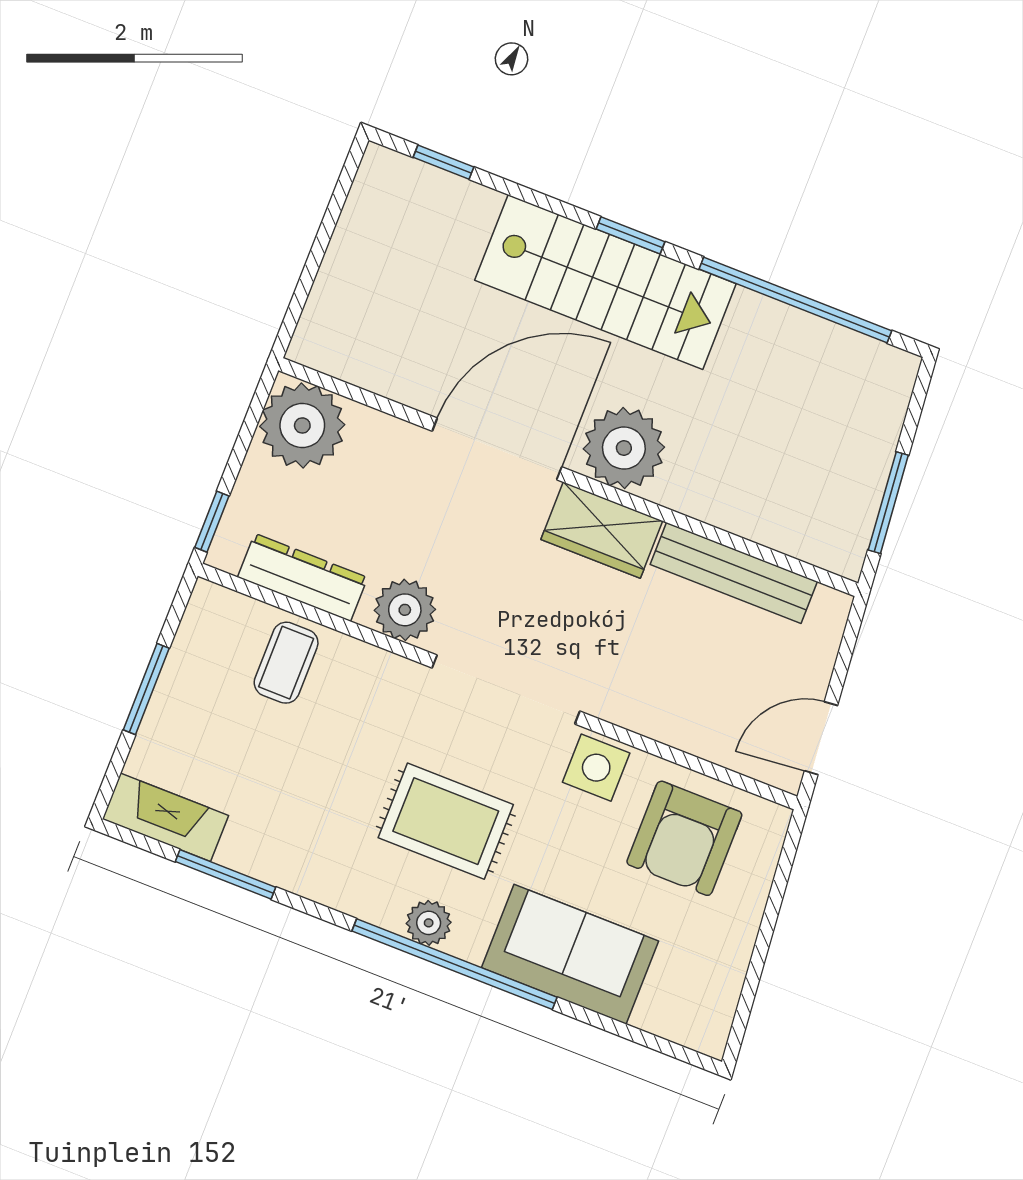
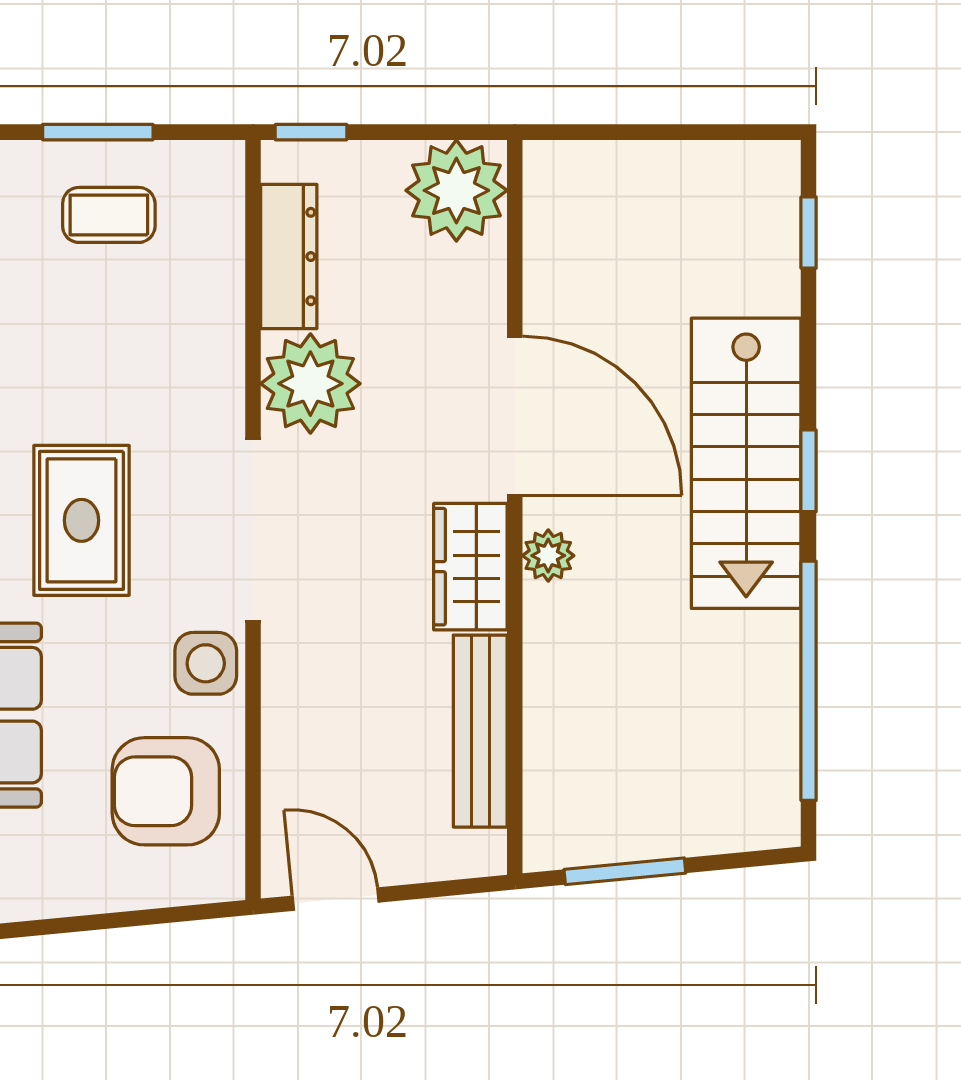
plant: (624, 448) -> (548, 556), width x0.53, depth x0.53
plant: (405, 610) -> (310, 384), width x1.36, depth x1.36
coffee table: (286, 663) -> (109, 215), moved

